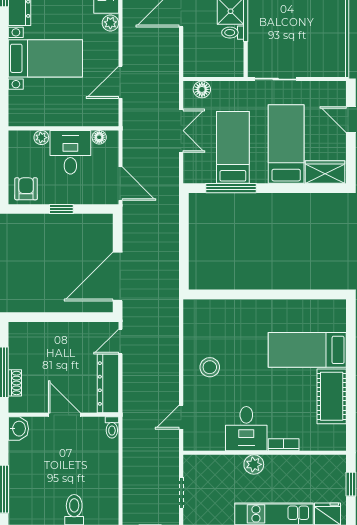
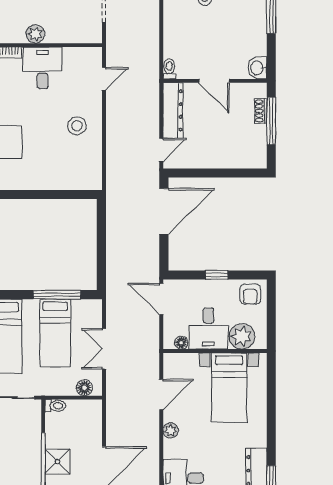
plant: (110, 23) -> (171, 430), moved
toilet: (233, 33) -> (55, 406), moved
bed with nightstands: (45, 58) -> (229, 388), moved, turned -90
plant: (41, 138) -> (242, 336), width x1.88, depth x1.88

